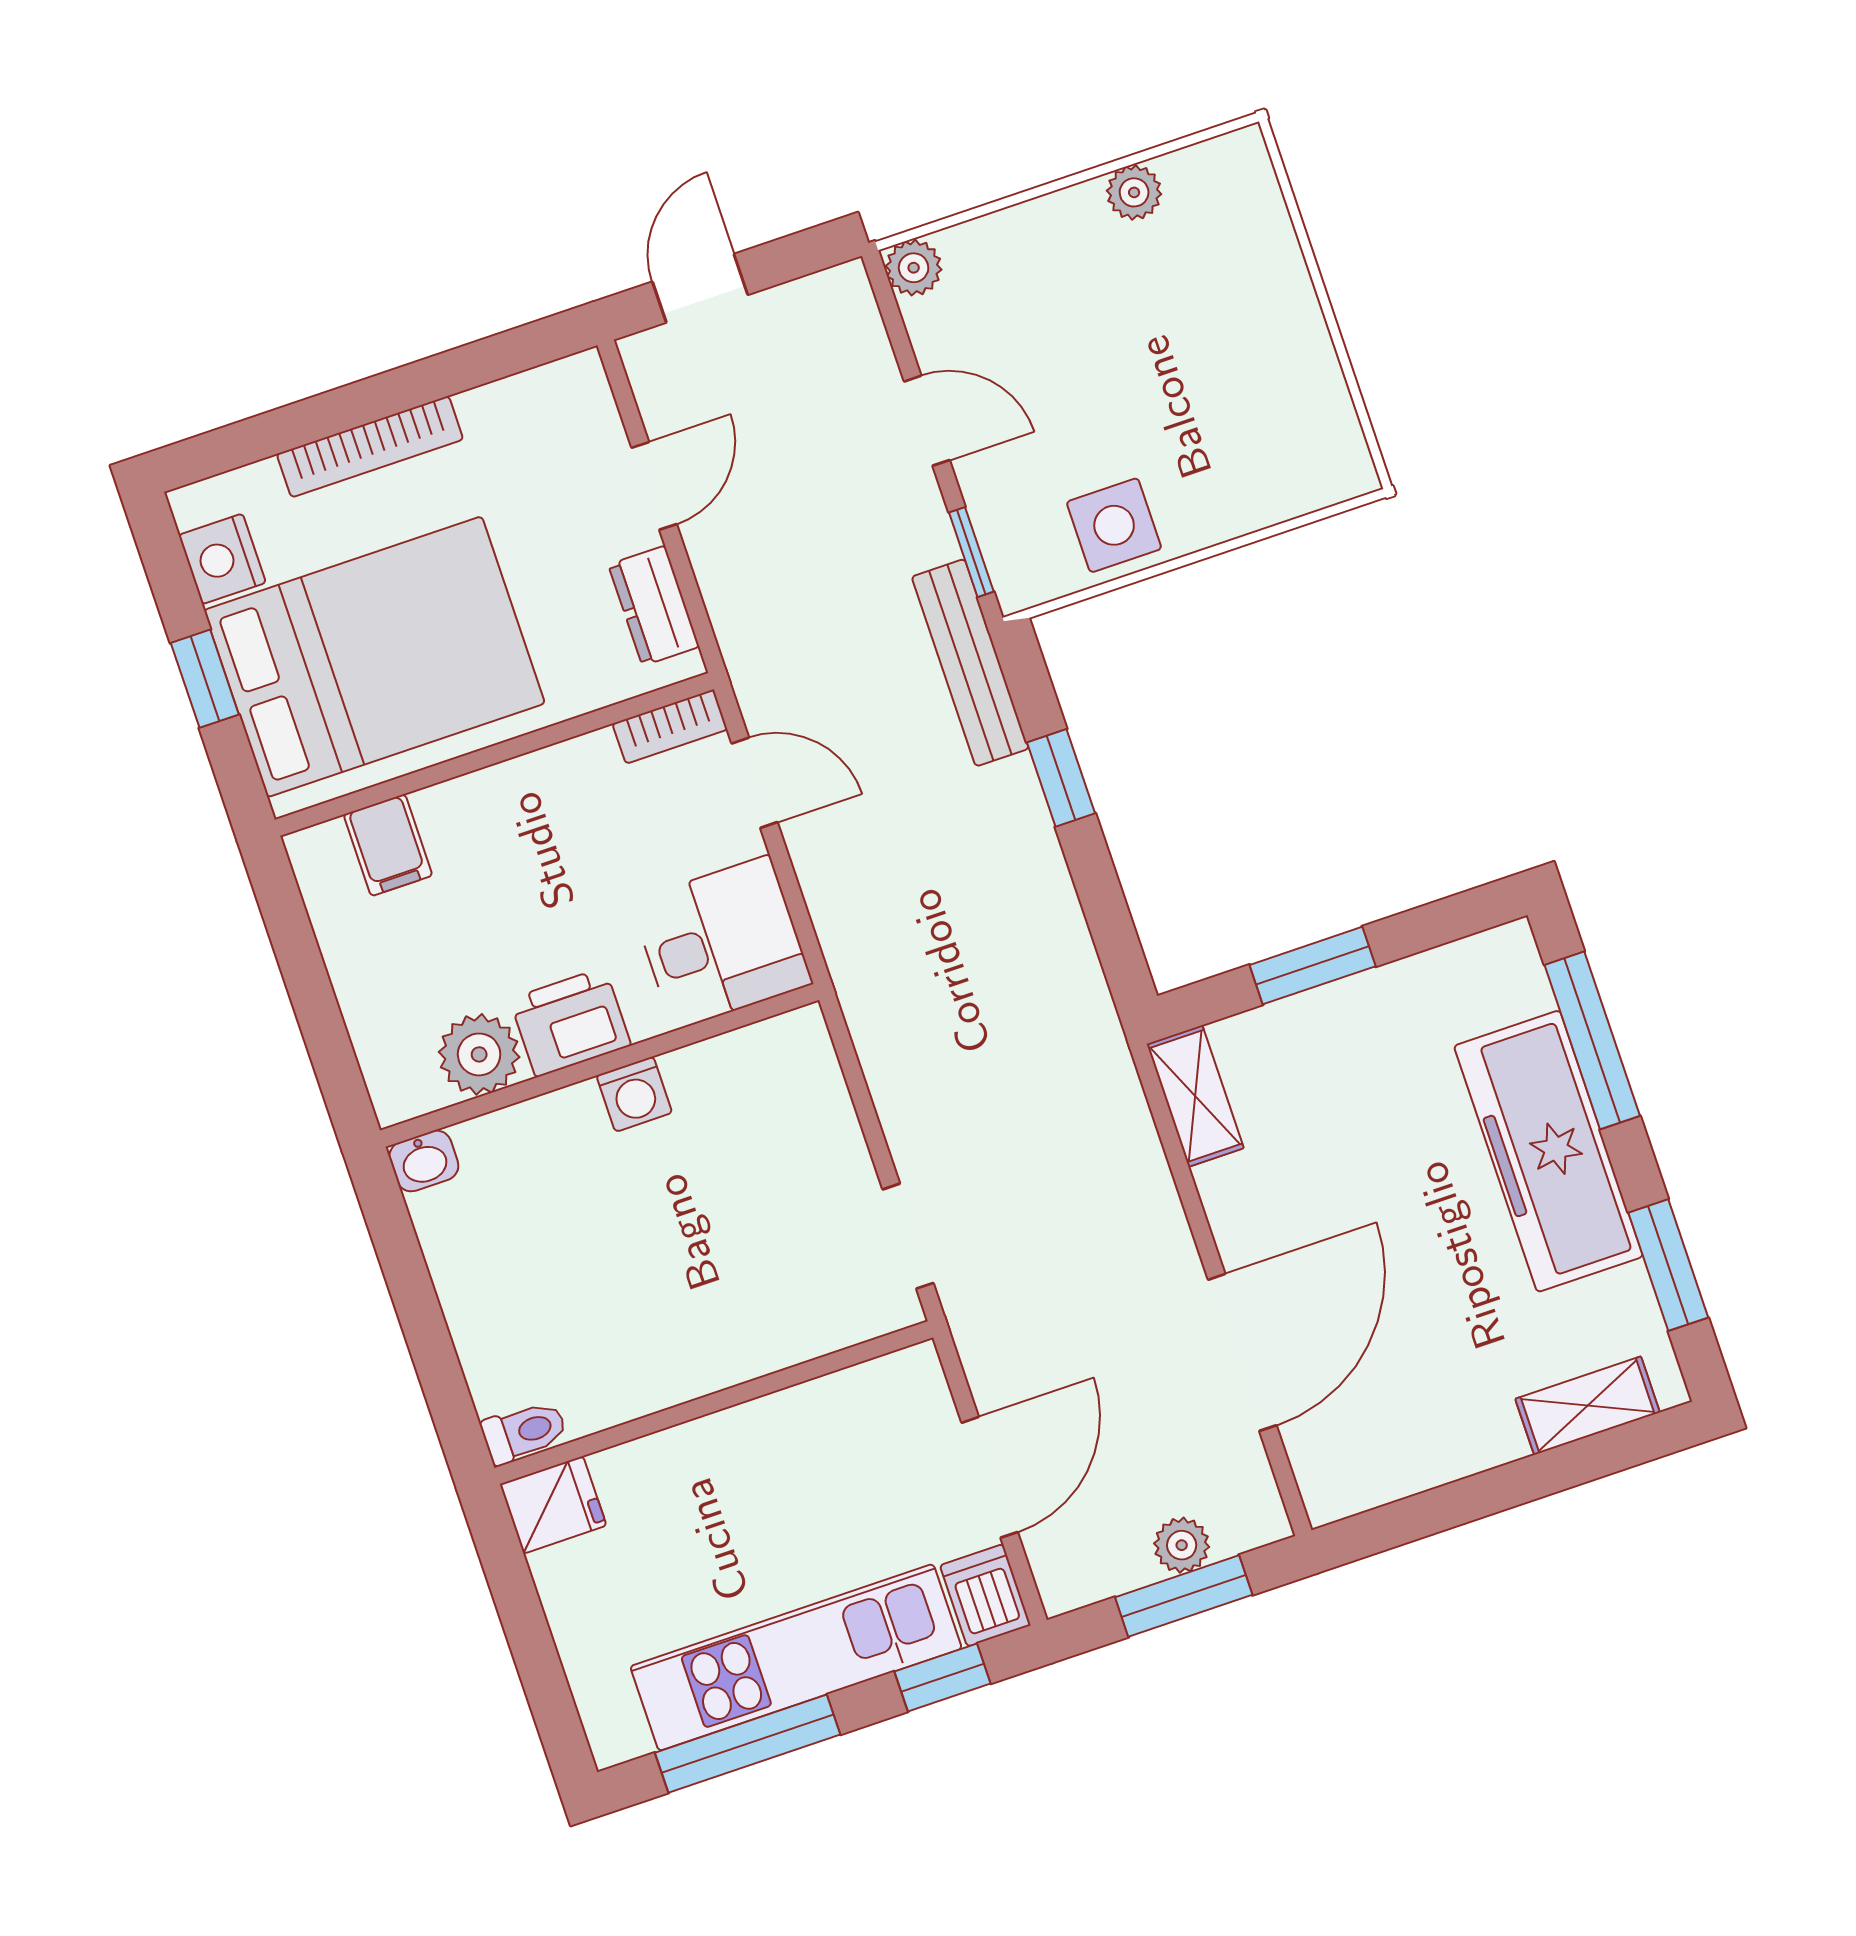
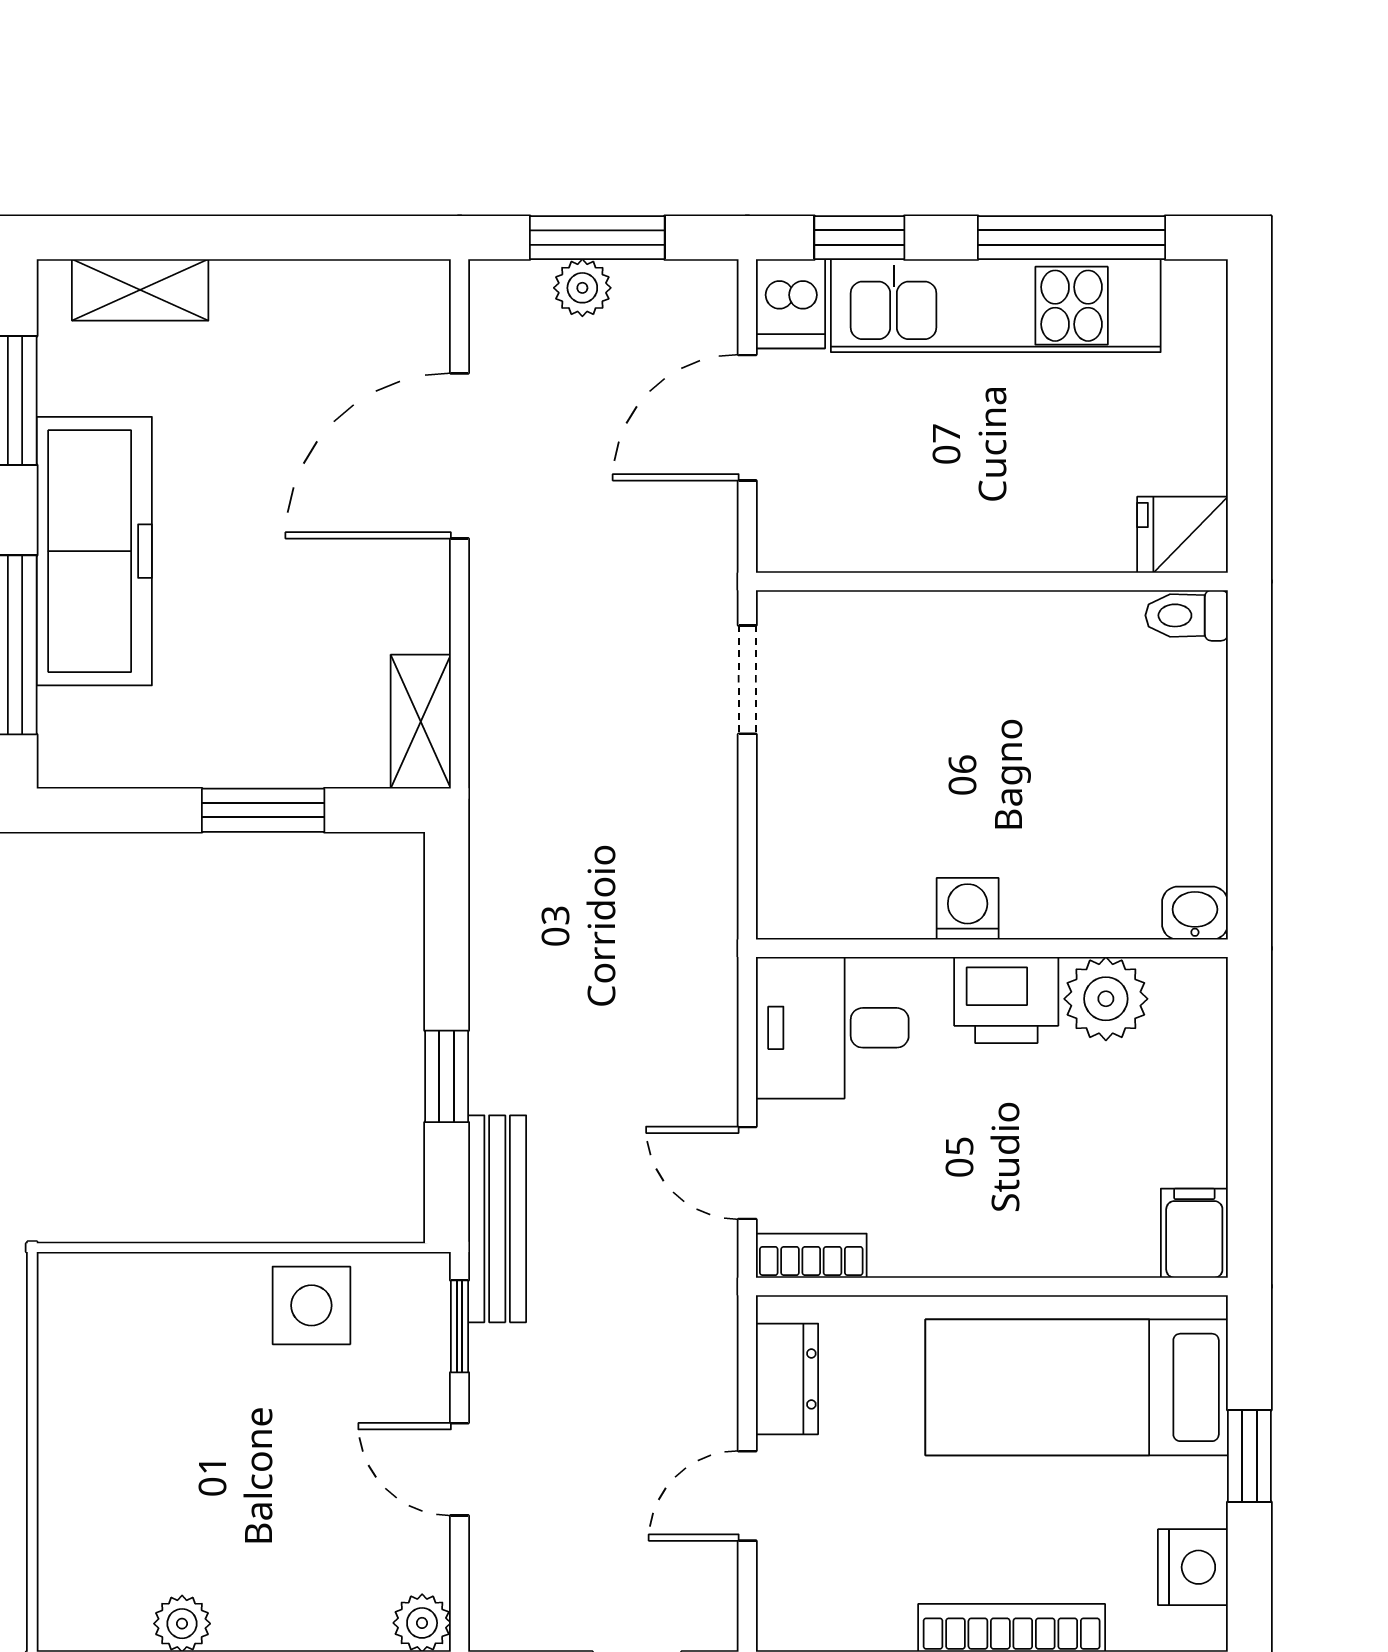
bed: (374, 657) -> (1077, 1387), width x0.67
filing cabinet: (388, 845) -> (1194, 1233), moved

